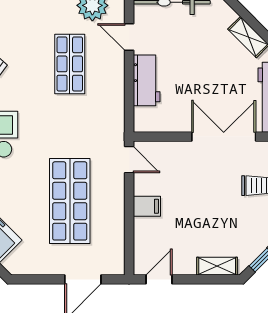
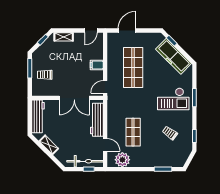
workbench: (147, 80) -> (97, 120), width x1.38
double door: (224, 137) -> (74, 98), moved
door: (129, 160) -> (105, 87), hinge flipped

